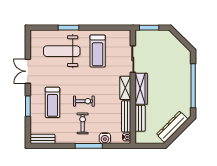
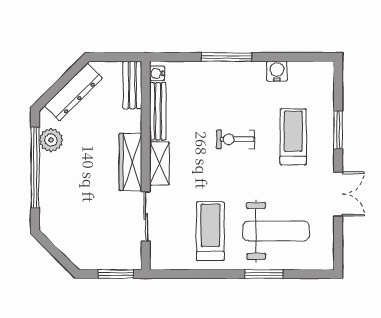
plant: (184, 101) -> (51, 140), added
bench: (140, 118) -> (132, 85), moved
exercise bike: (83, 123) -> (238, 98), removed
water cooler: (105, 138) -> (277, 71), moved
bench: (43, 139) -> (311, 70), removed

